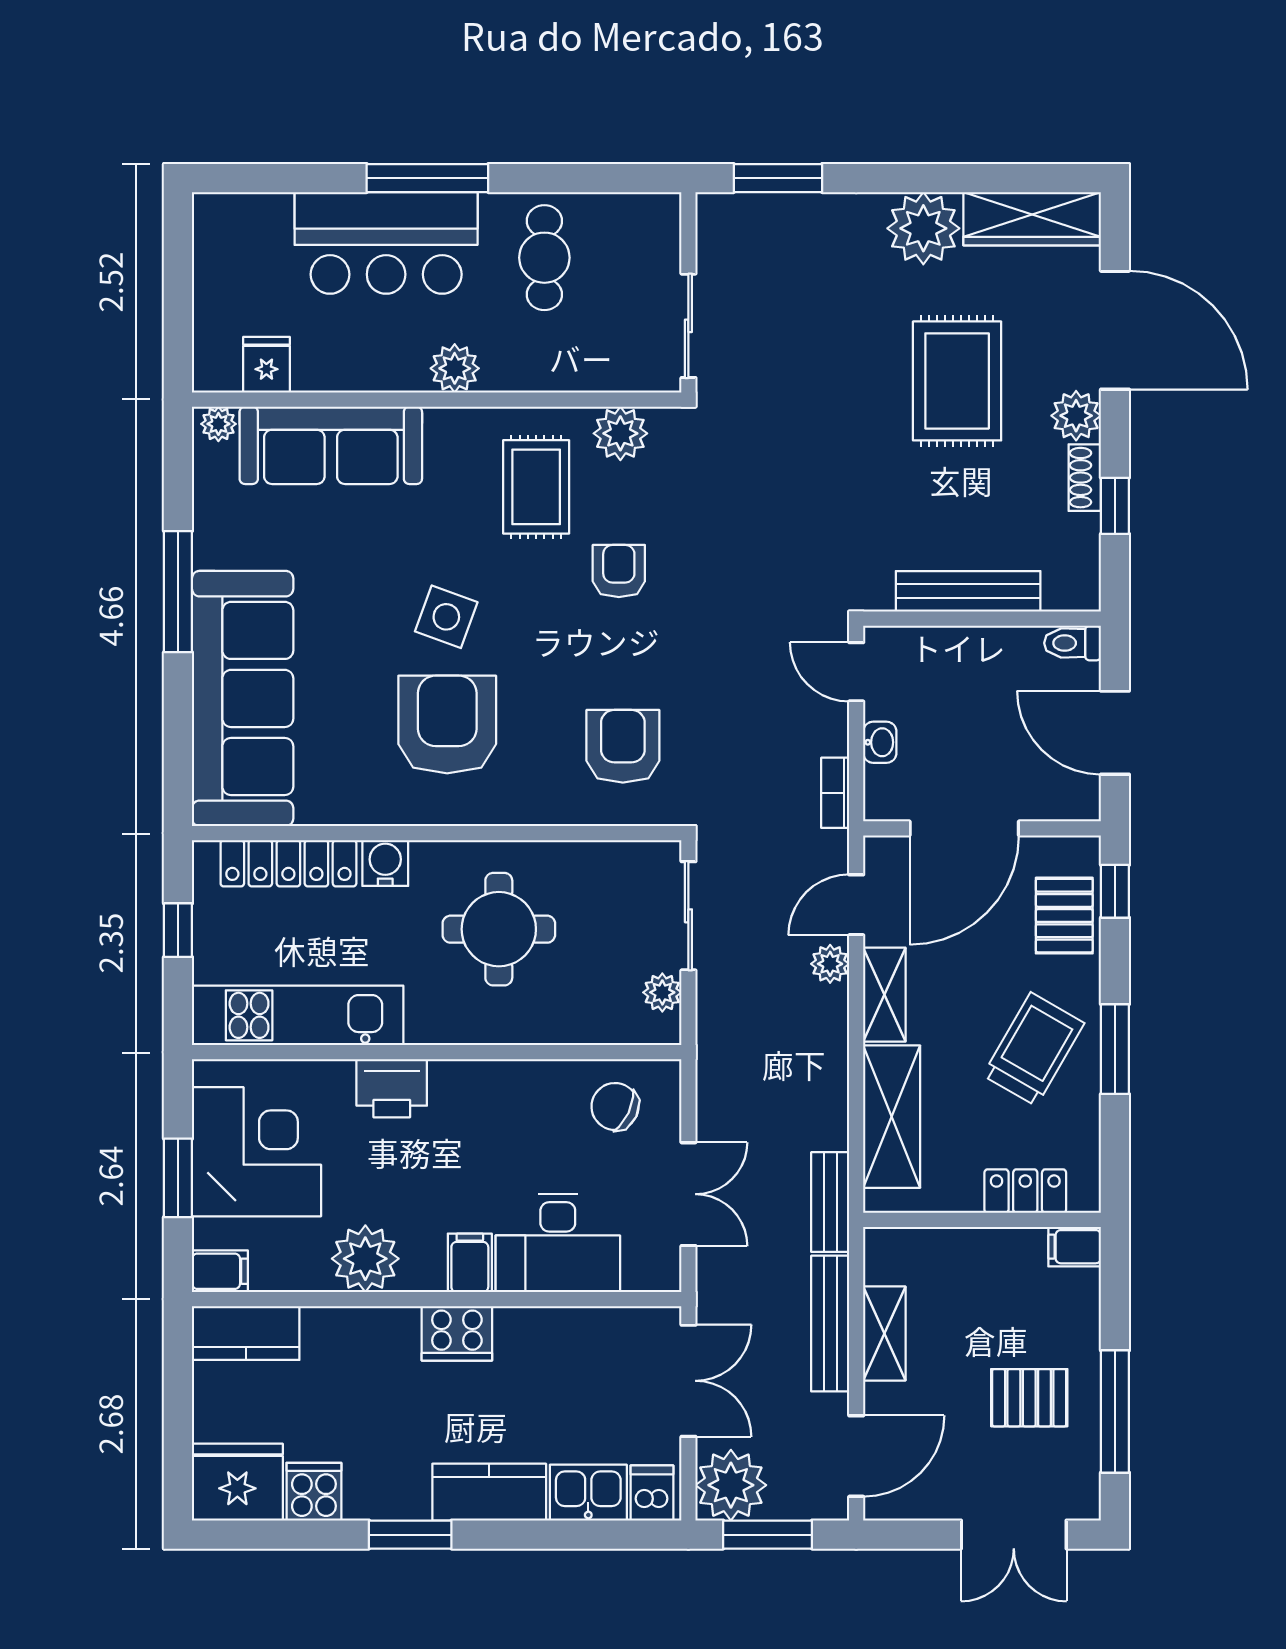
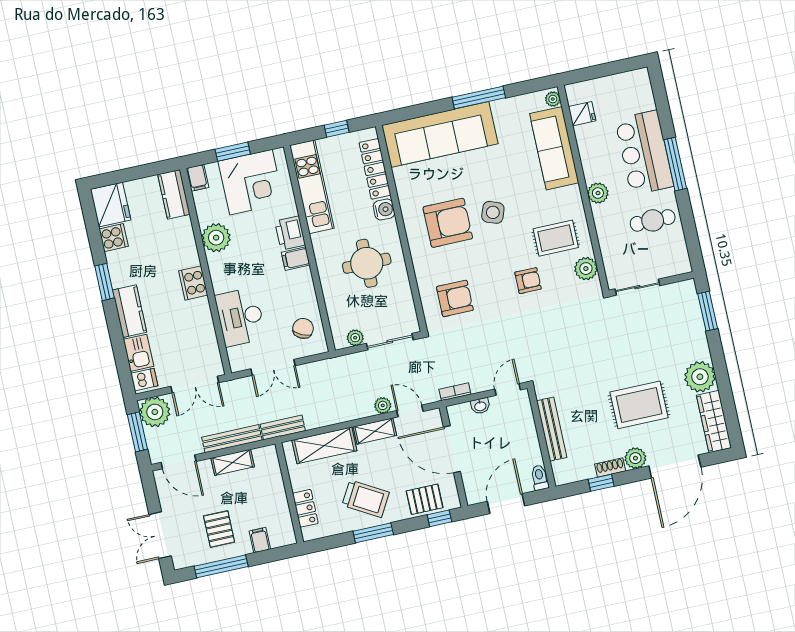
filing cabinet: (1075, 1247) -> (260, 540), moved
filing cabinet: (470, 1263) -> (296, 259), moved, turned 180

